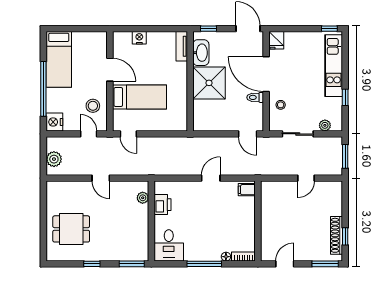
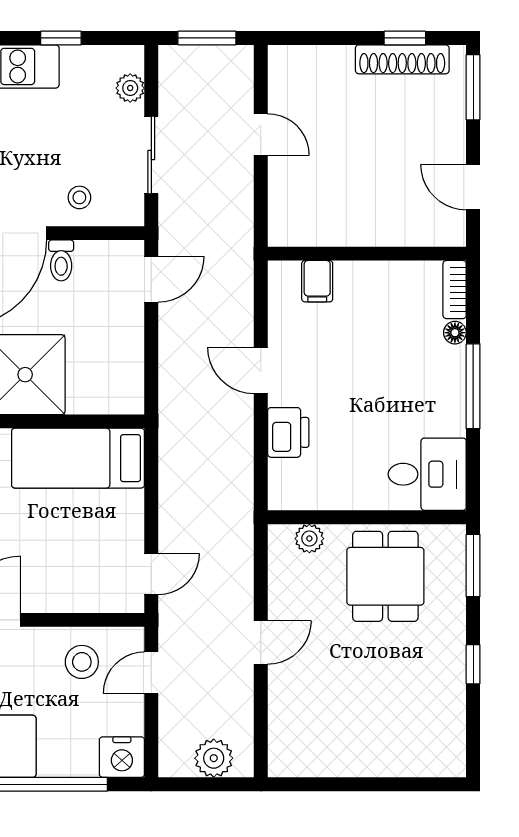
bed: (139, 97) -> (78, 458), moved, turned -90
filing cabinet: (247, 190) -> (317, 281), moved
printer: (162, 205) -> (288, 432), moved, turned 90
dining table: (71, 229) -> (385, 576), moved

